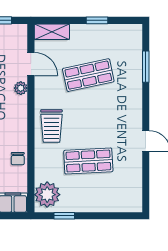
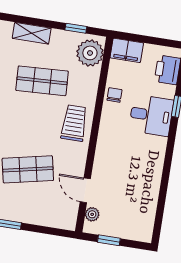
shelving: (52, 32) -> (32, 33), moved
plant: (21, 88) -> (92, 214), moved

